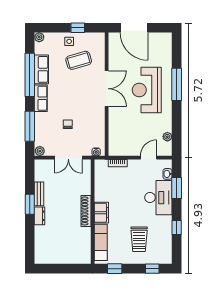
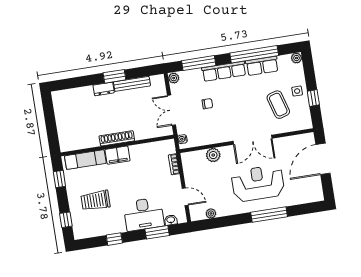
row of seats: (41, 98) -> (224, 71), width x1.48
plant: (115, 126) -> (213, 155), added
bench: (39, 194) -> (132, 84), width x1.36

